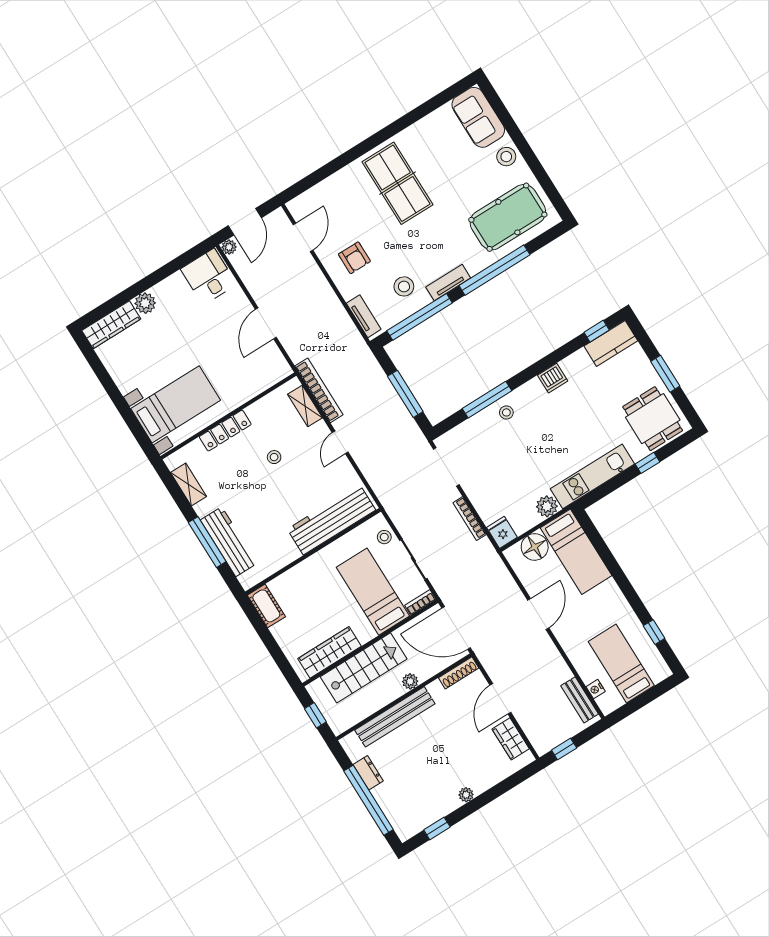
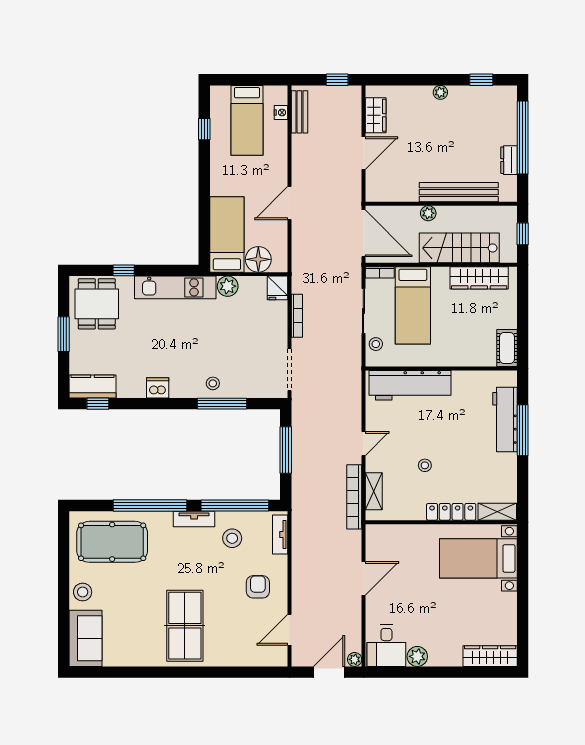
plant: (145, 303) -> (417, 656), moved
shelving: (189, 484) -> (497, 512), moved, turned 90
shoe rack: (459, 673) -> (384, 195), removed

